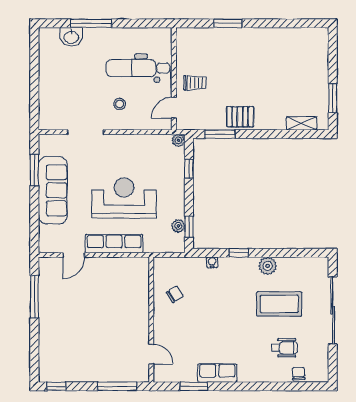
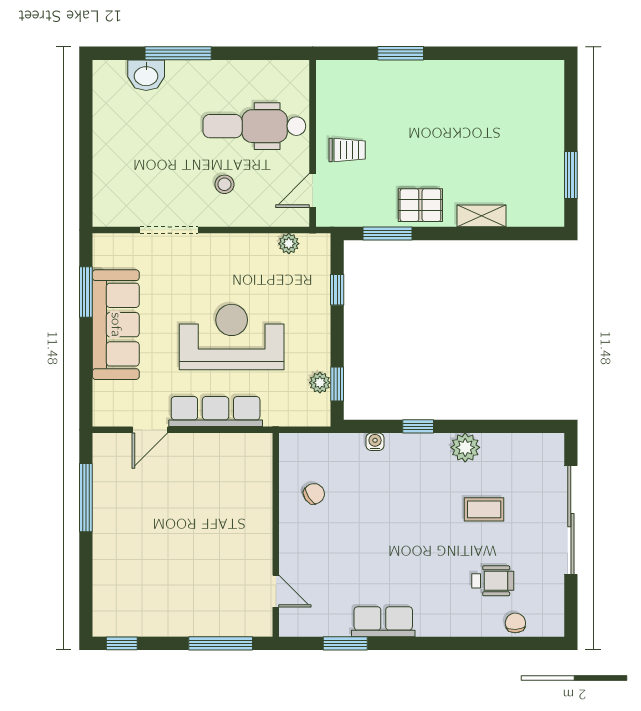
shelving: (302, 123) -> (482, 216), moved
plant: (178, 140) -> (289, 244), moved
coffee table: (279, 304) -> (484, 509), width x0.54, depth x0.58

